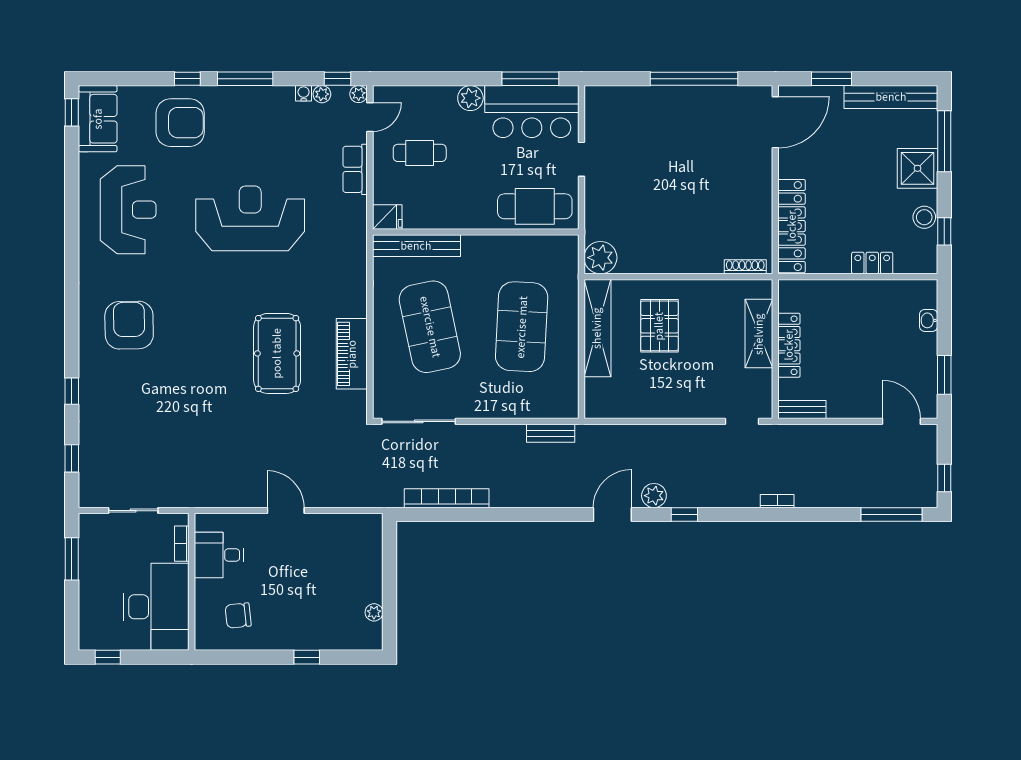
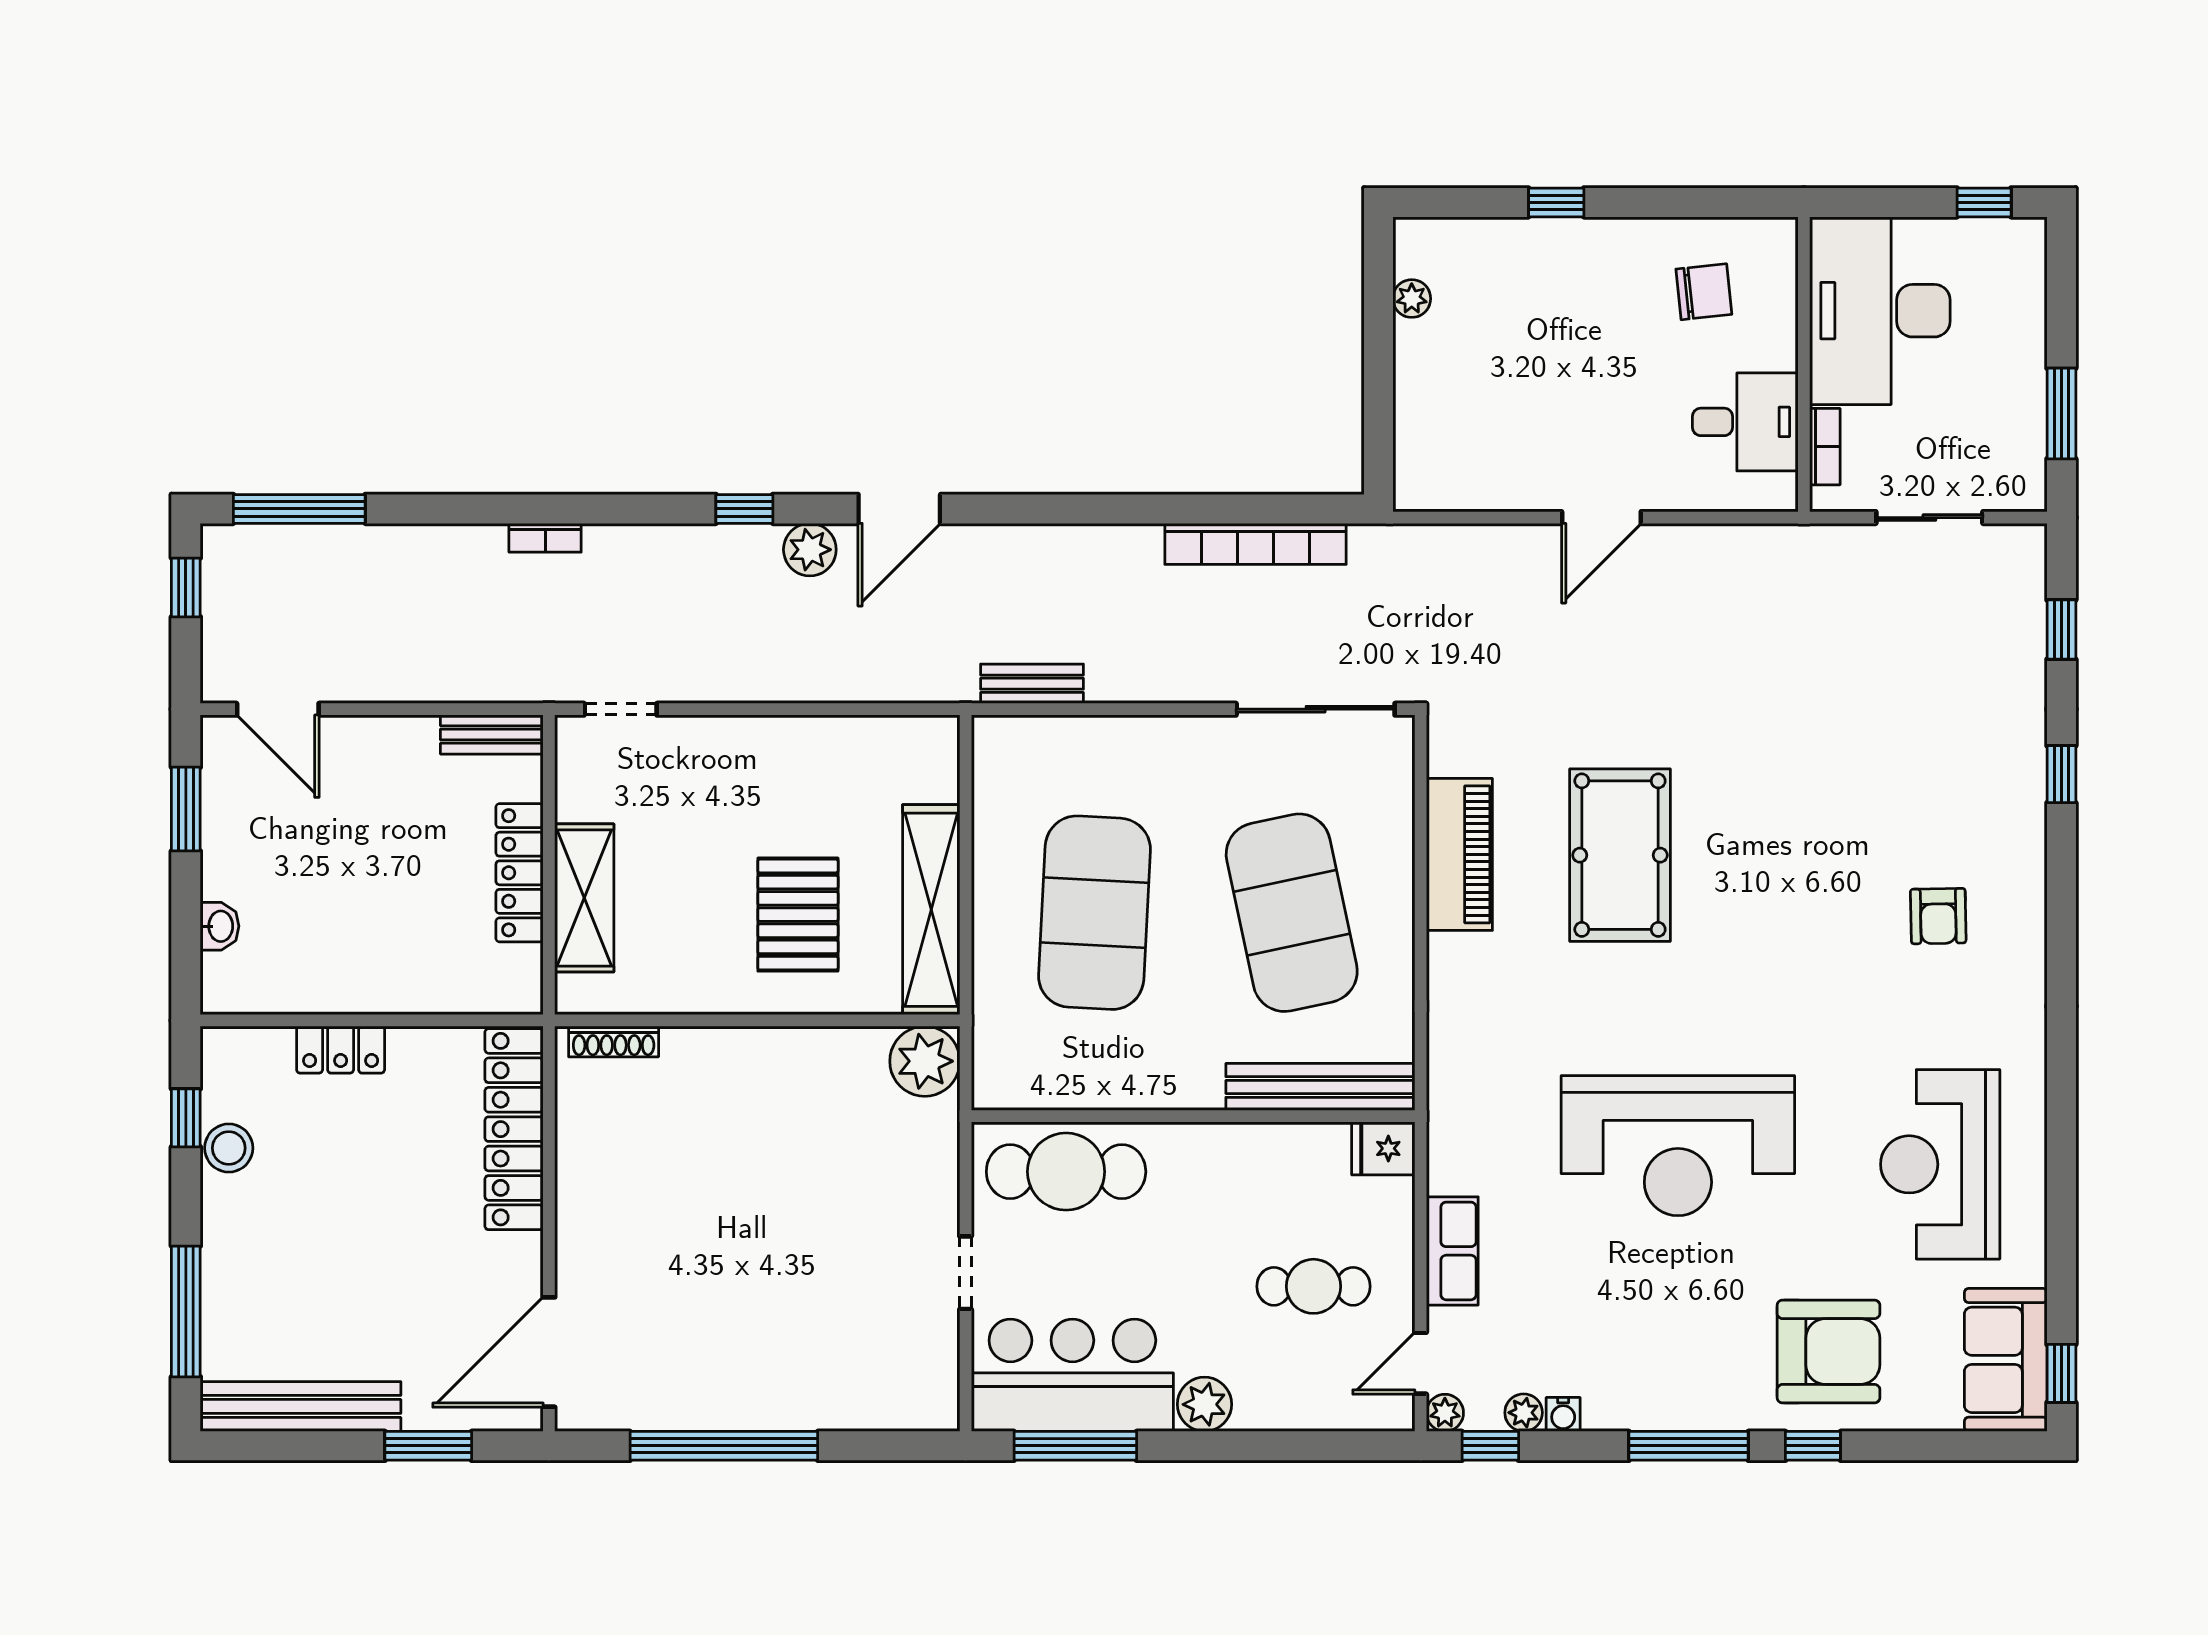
armchair: (180, 123) -> (1828, 1351), turned 180
shower: (917, 168) -> (243, 1253), removed
armchair: (129, 325) -> (1938, 916), width x0.53, depth x0.53
door: (286, 511) -> (1601, 518), hinge flipped

